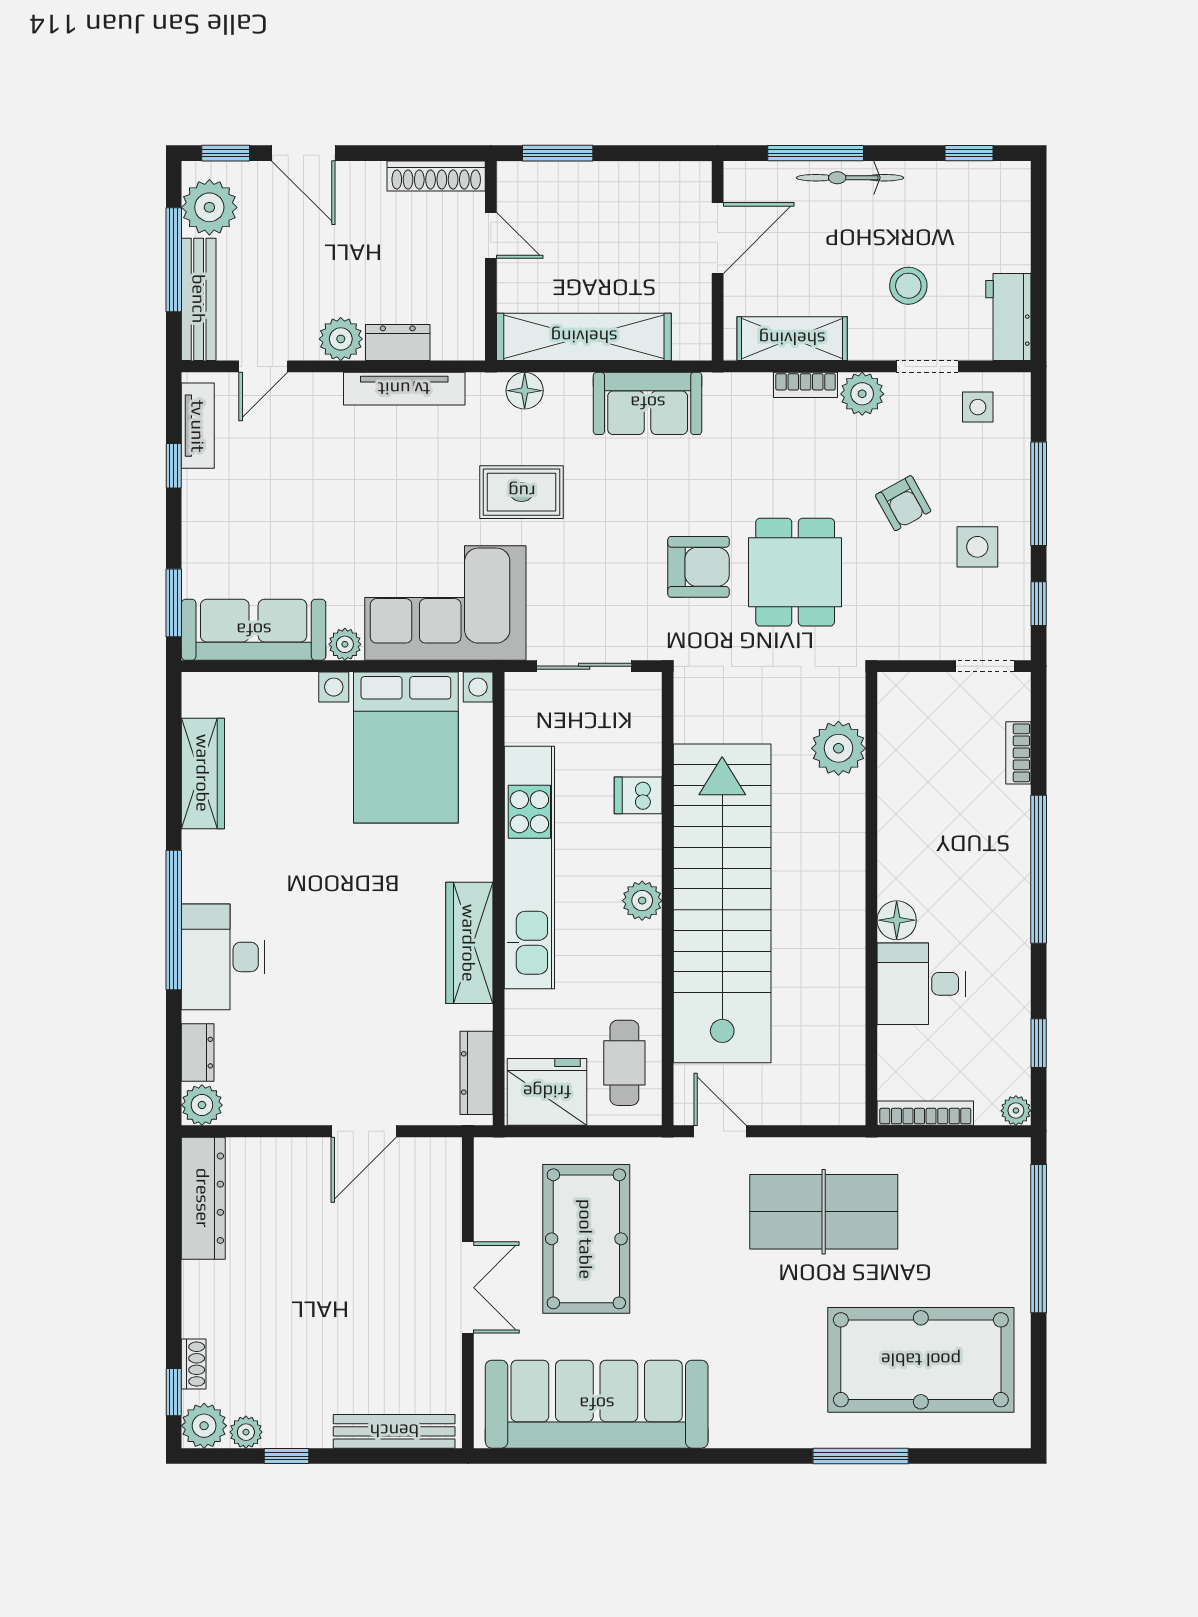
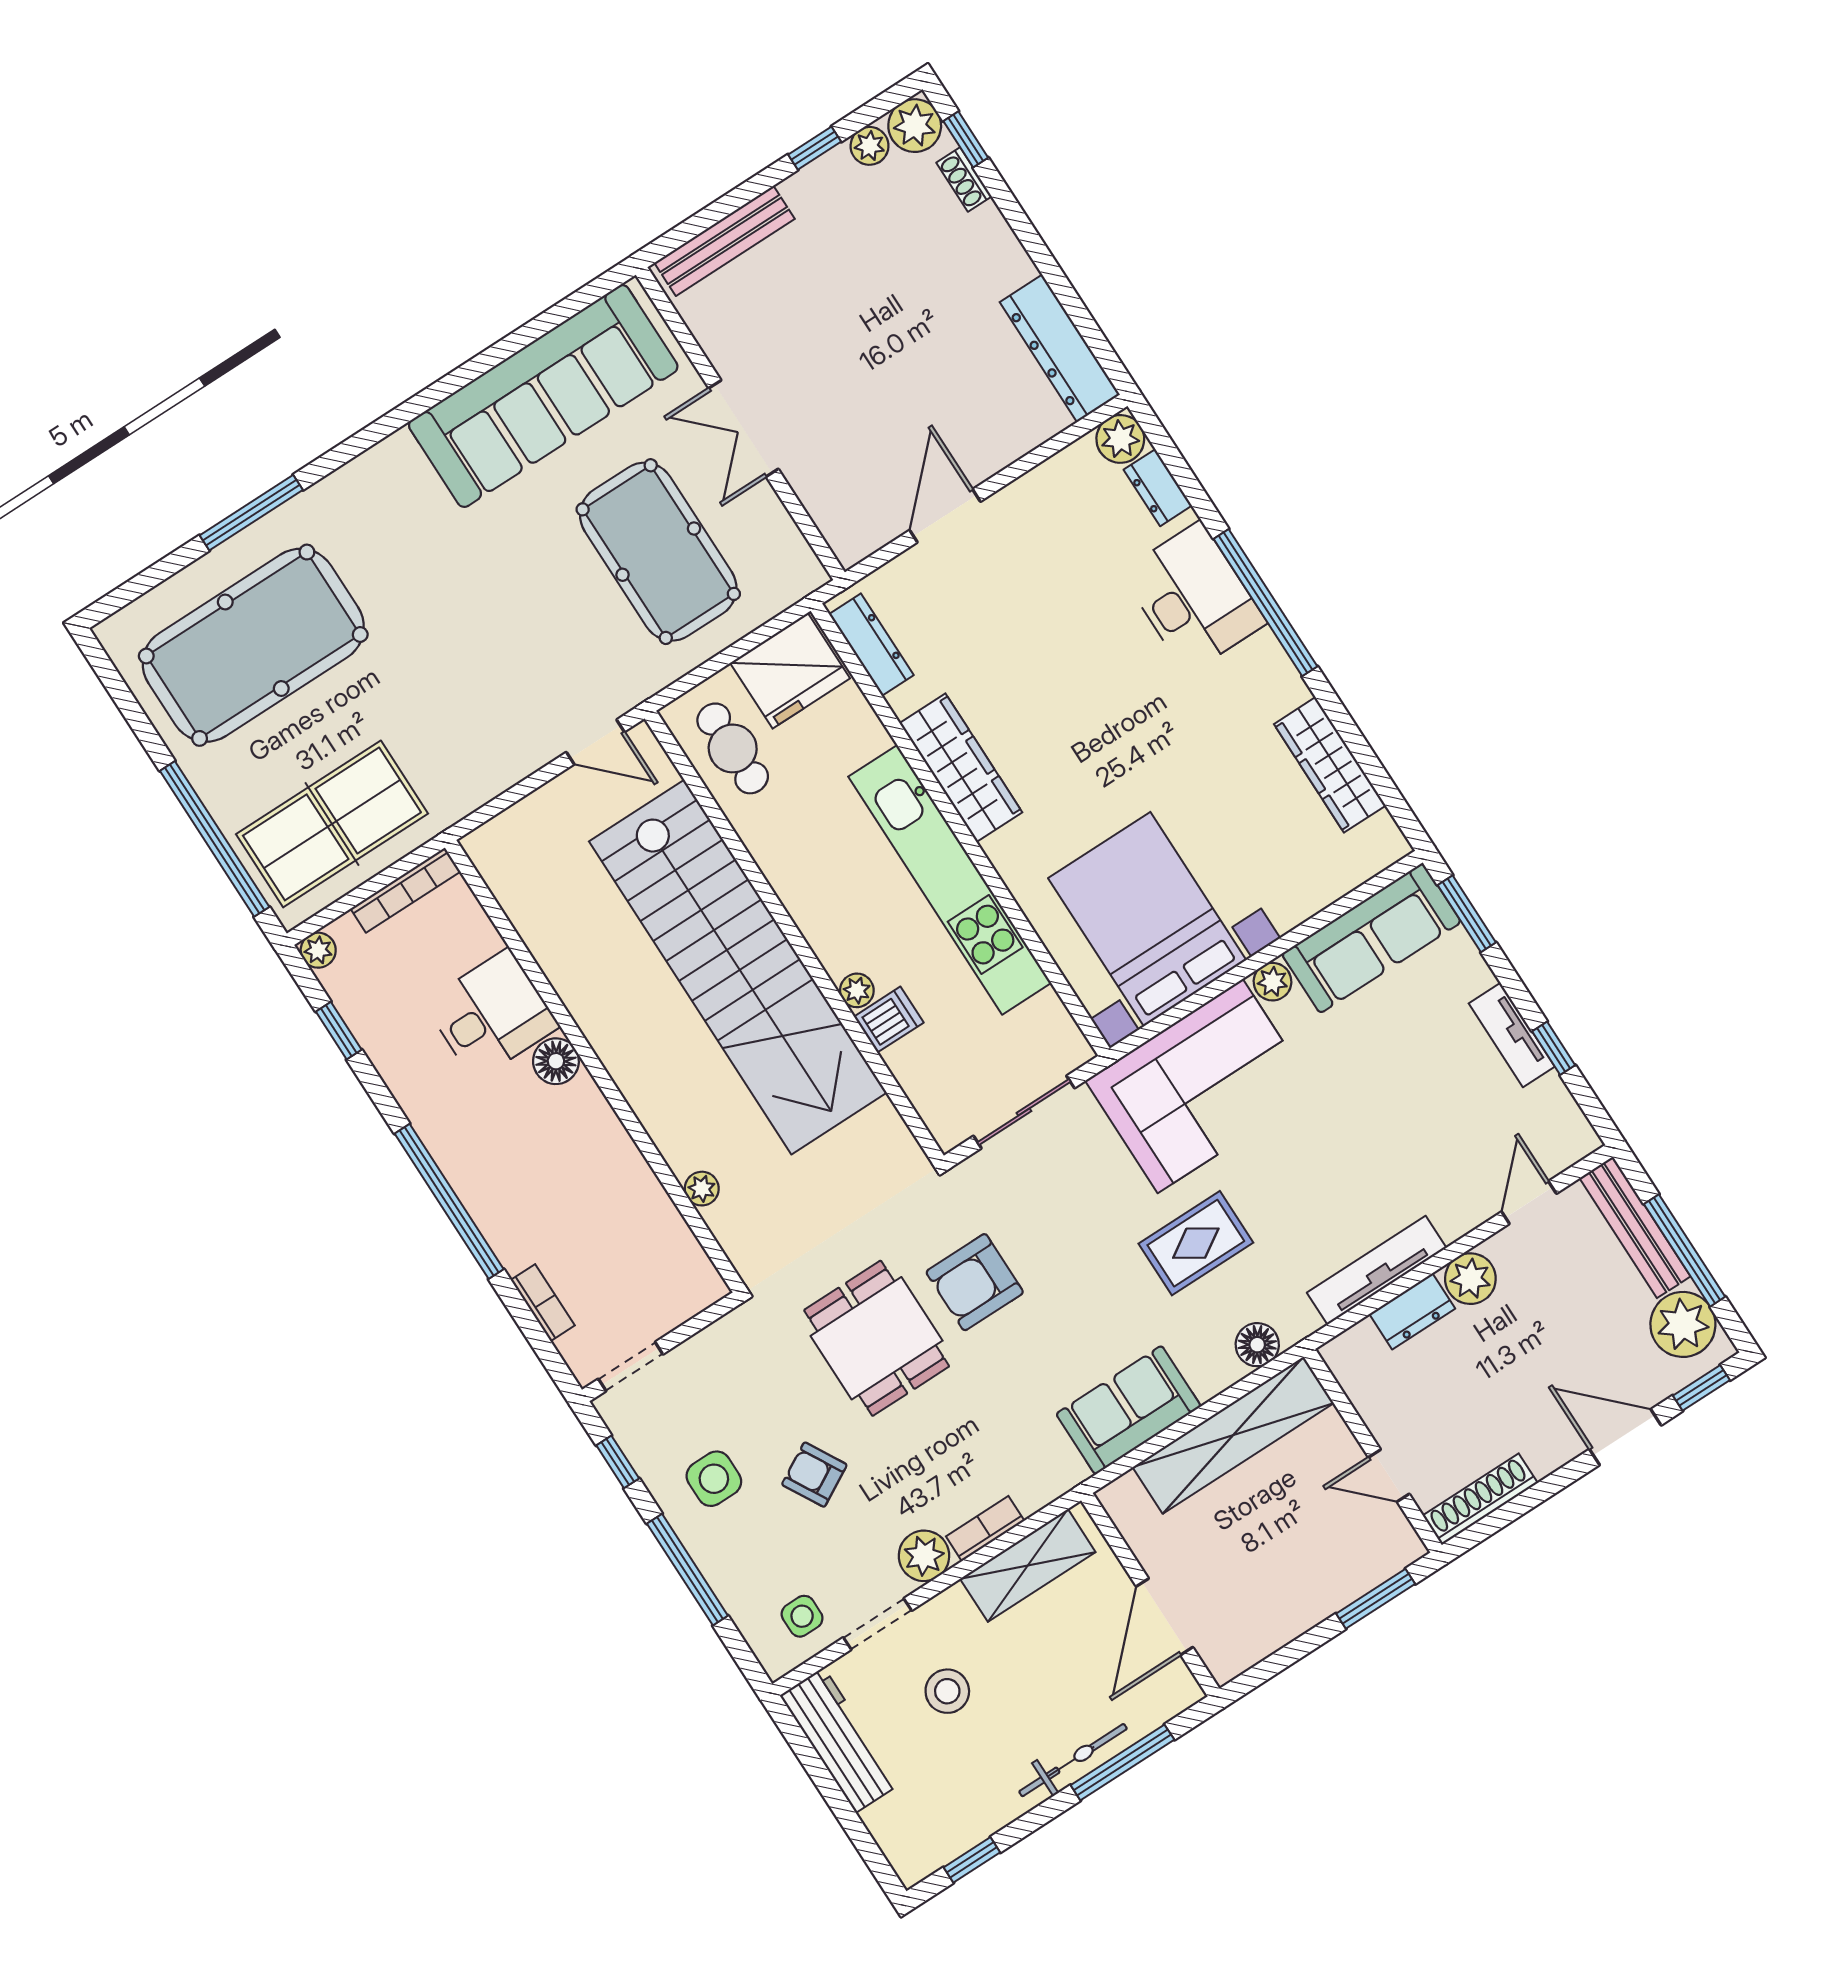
workbench: (1008, 317) -> (840, 1740), width x1.38
tv unit: (198, 426) -> (1512, 1035), moved
plant: (838, 748) -> (702, 1189), width x0.53, depth x0.53
plant: (642, 901) -> (857, 990), moved, width x0.73, depth x0.73
table tennis table: (824, 1212) -> (332, 824), moved

